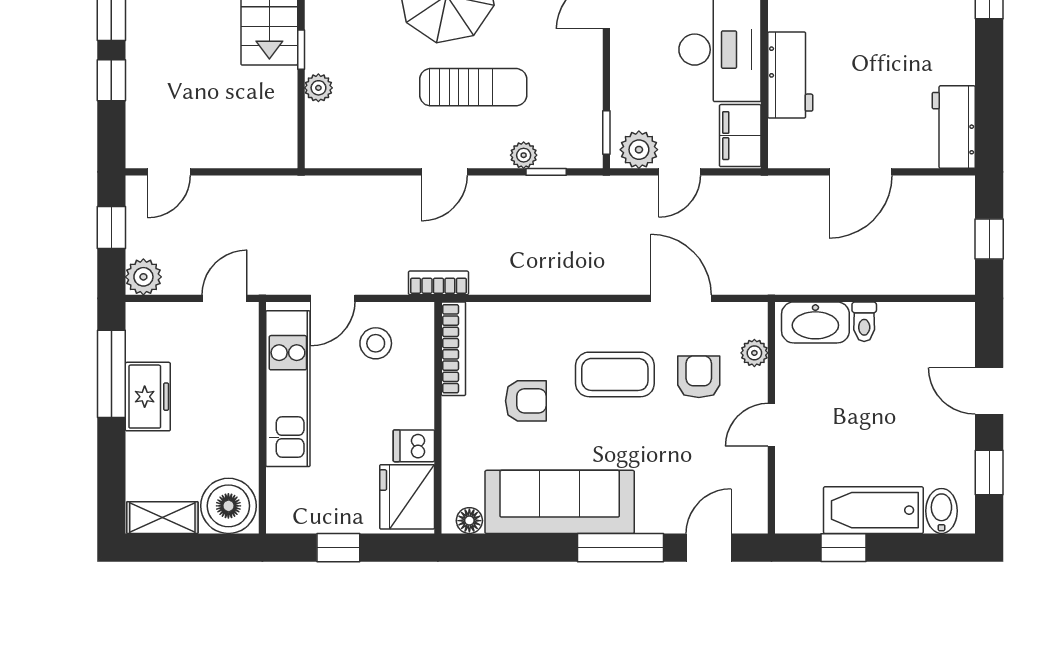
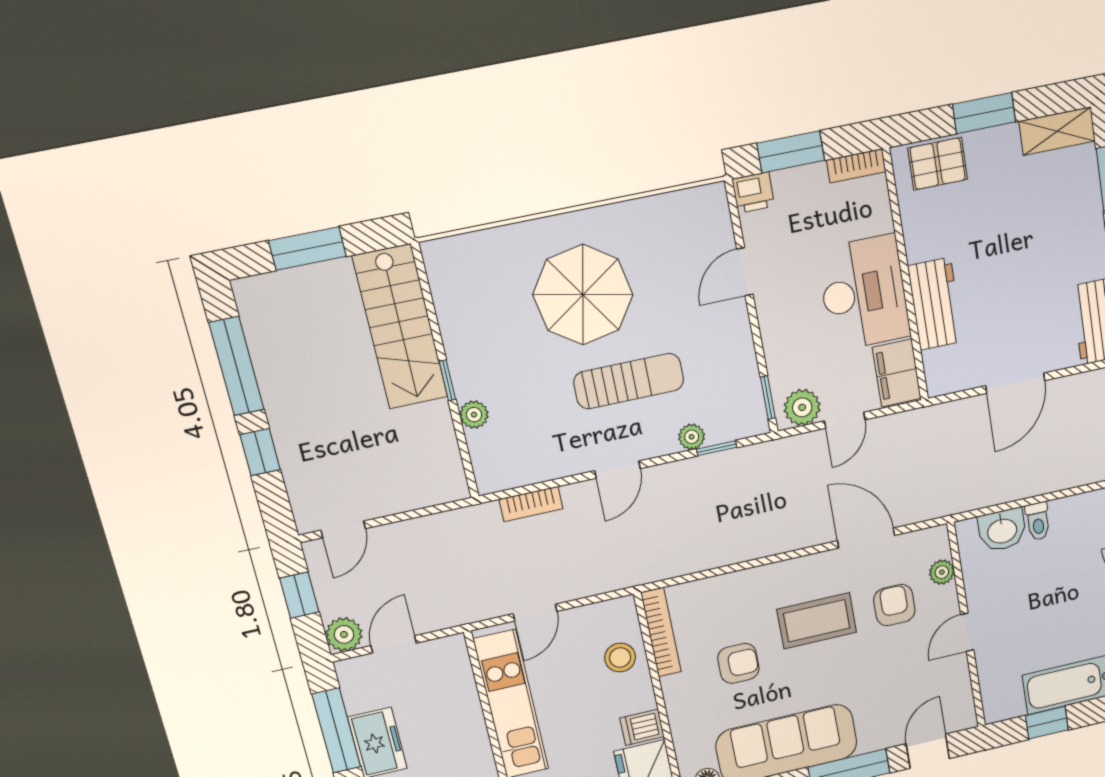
bookcase: (438, 283) -> (531, 504), moved, turned 180
door: (224, 298) -> (394, 644), moved
washbasin: (815, 322) -> (1002, 530), width x0.72
stool: (376, 343) -> (620, 658), moved

